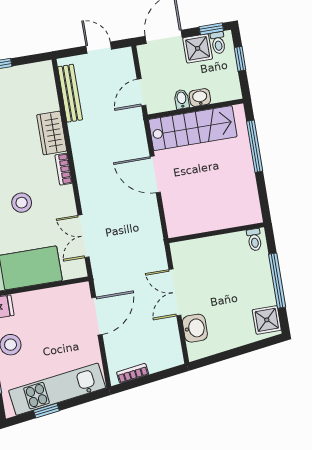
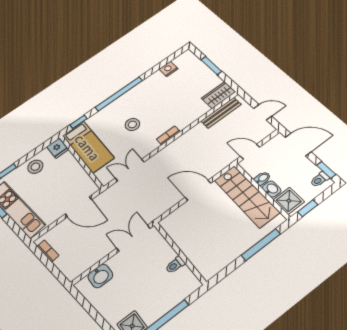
door: (99, 48) -> (263, 112), hinge flipped
shower: (198, 48) -> (289, 201), moved
window: (240, 59) -> (308, 208), moved
wardrobe: (52, 133) -> (218, 95), moved
door: (155, 174) -> (198, 190), hinge flipped
toilet: (254, 240) -> (175, 265), moved
double door: (175, 292) -> (133, 238), moved

